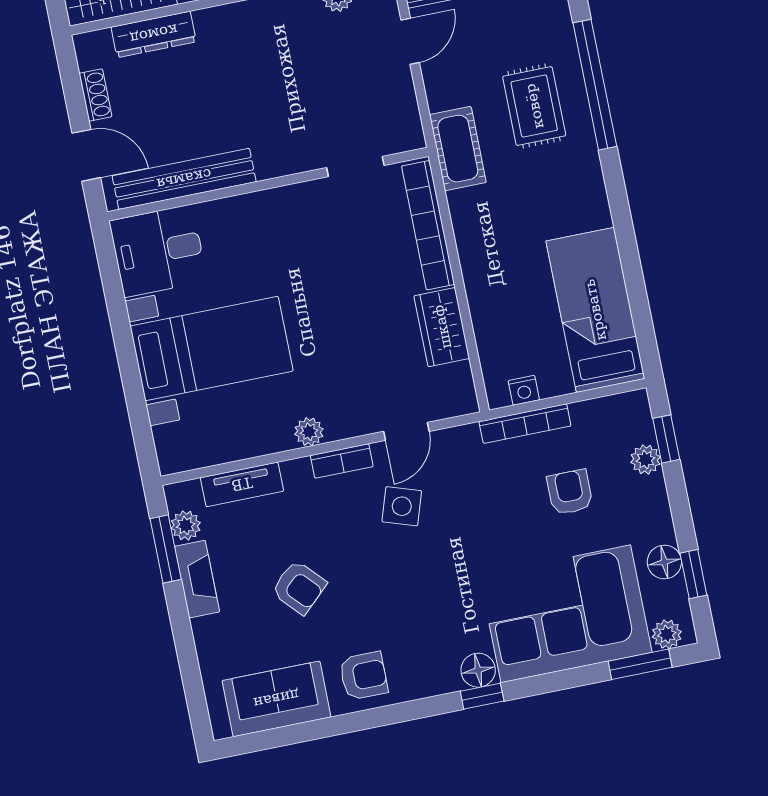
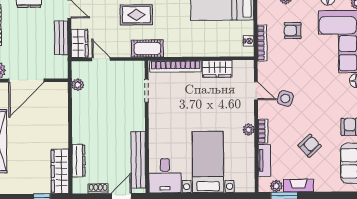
bookcase: (342, 461) -> (263, 131), moved

